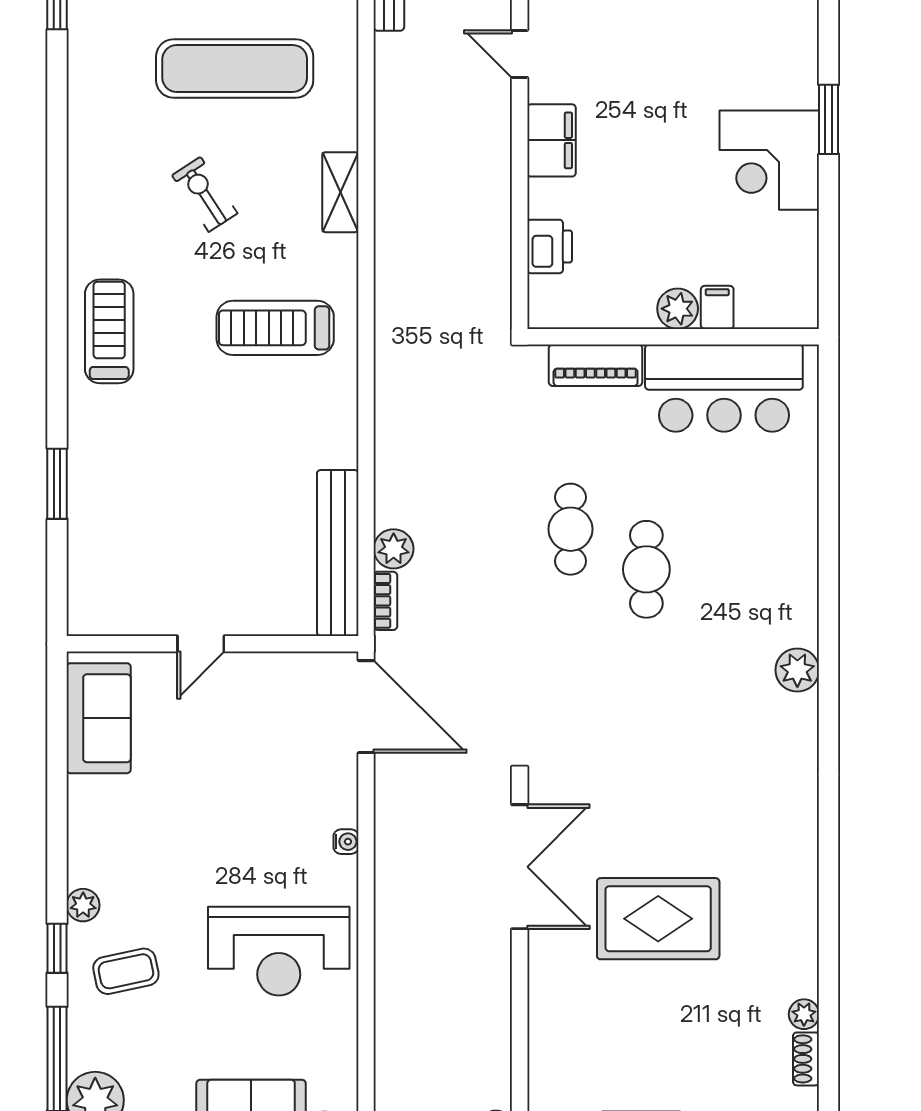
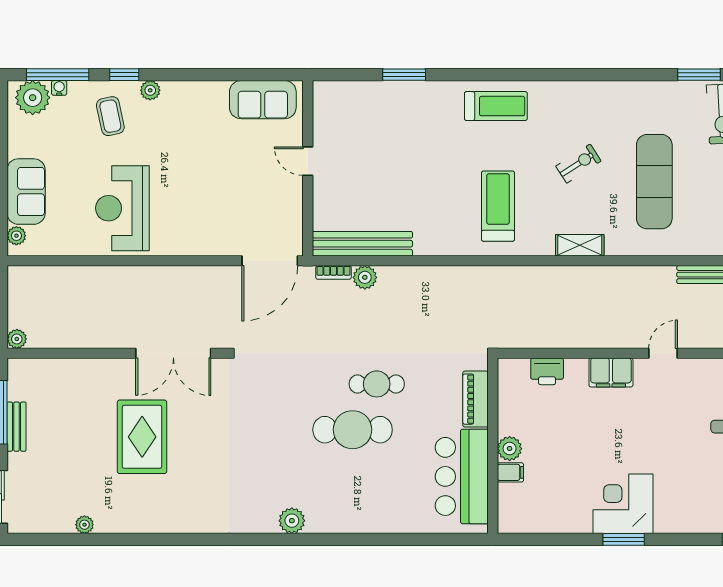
corner desk: (769, 160) -> (623, 504), moved
cafe table: (646, 569) -> (353, 430), width x1.37, depth x1.35
water cooler: (346, 842) -> (59, 88), moved, turned 180
shoe rack: (806, 1059) -> (58, 526), removed

